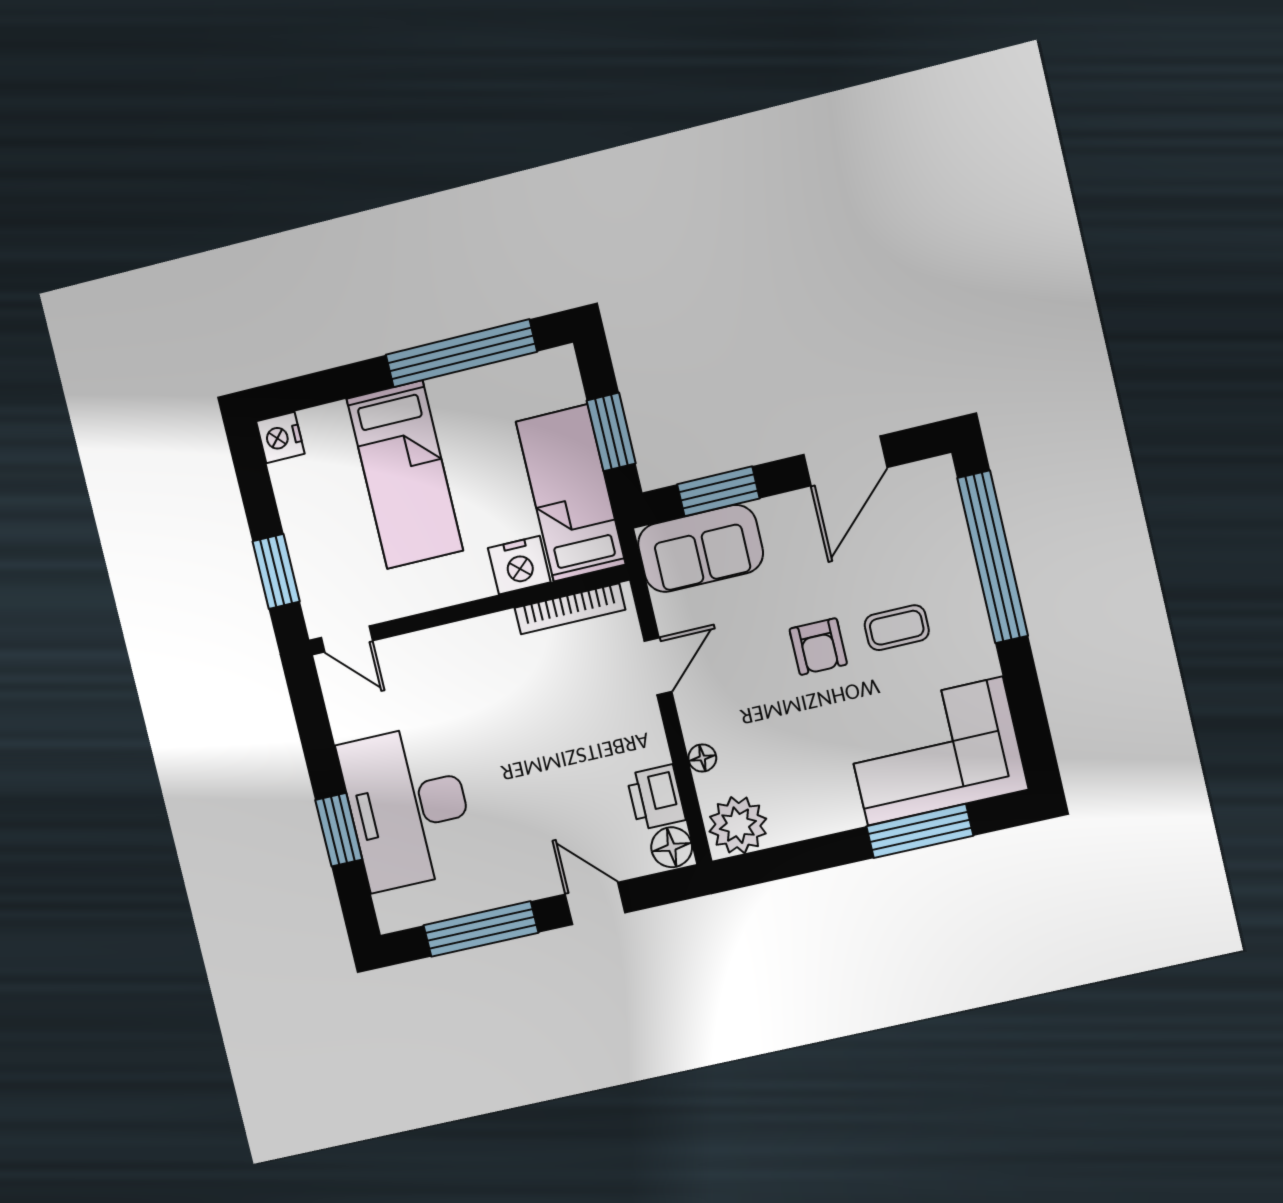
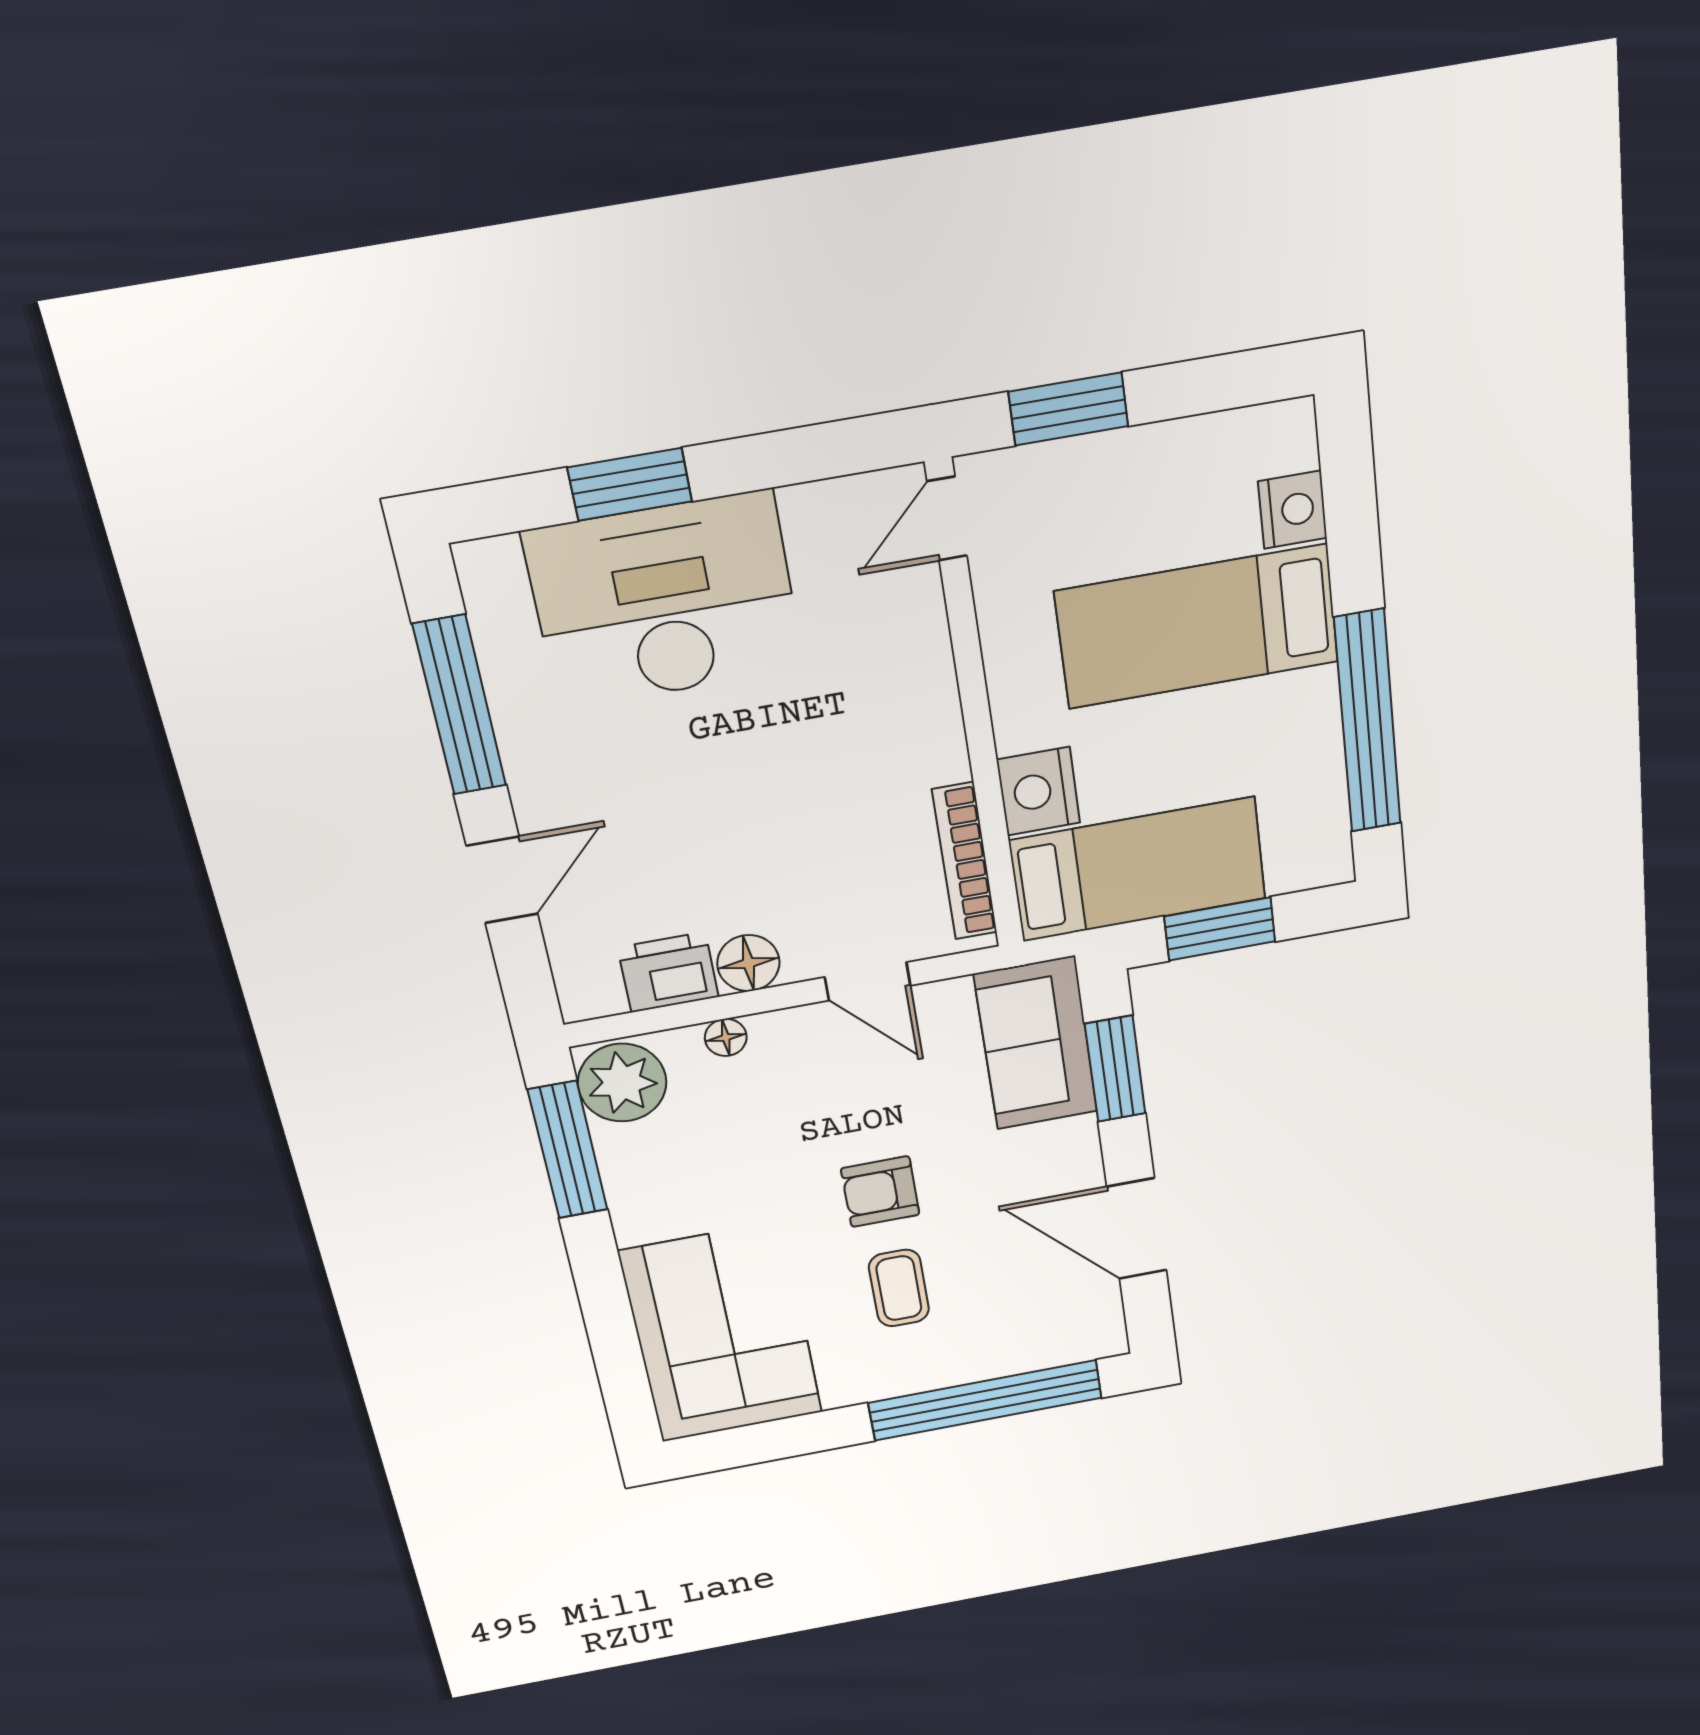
nightstand: (280, 437) -> (1293, 510), moved, turned 90
window: (920, 831) -> (568, 1150), moved
floor lamp: (672, 847) -> (748, 963), moved

